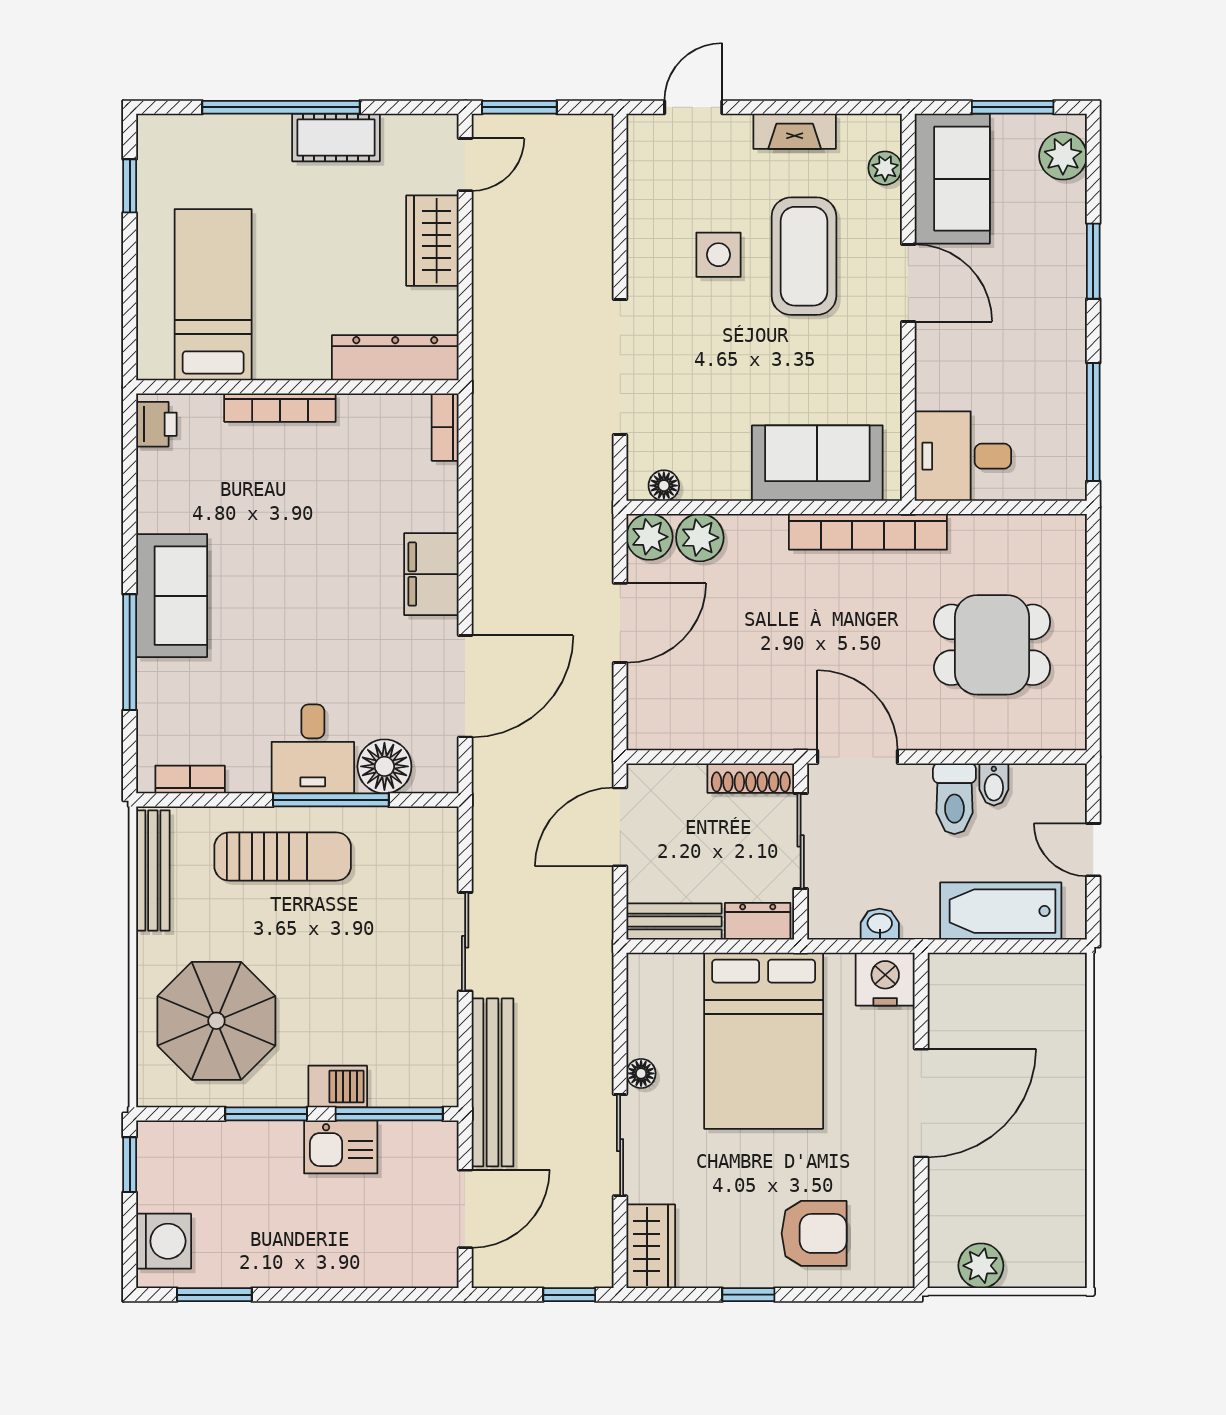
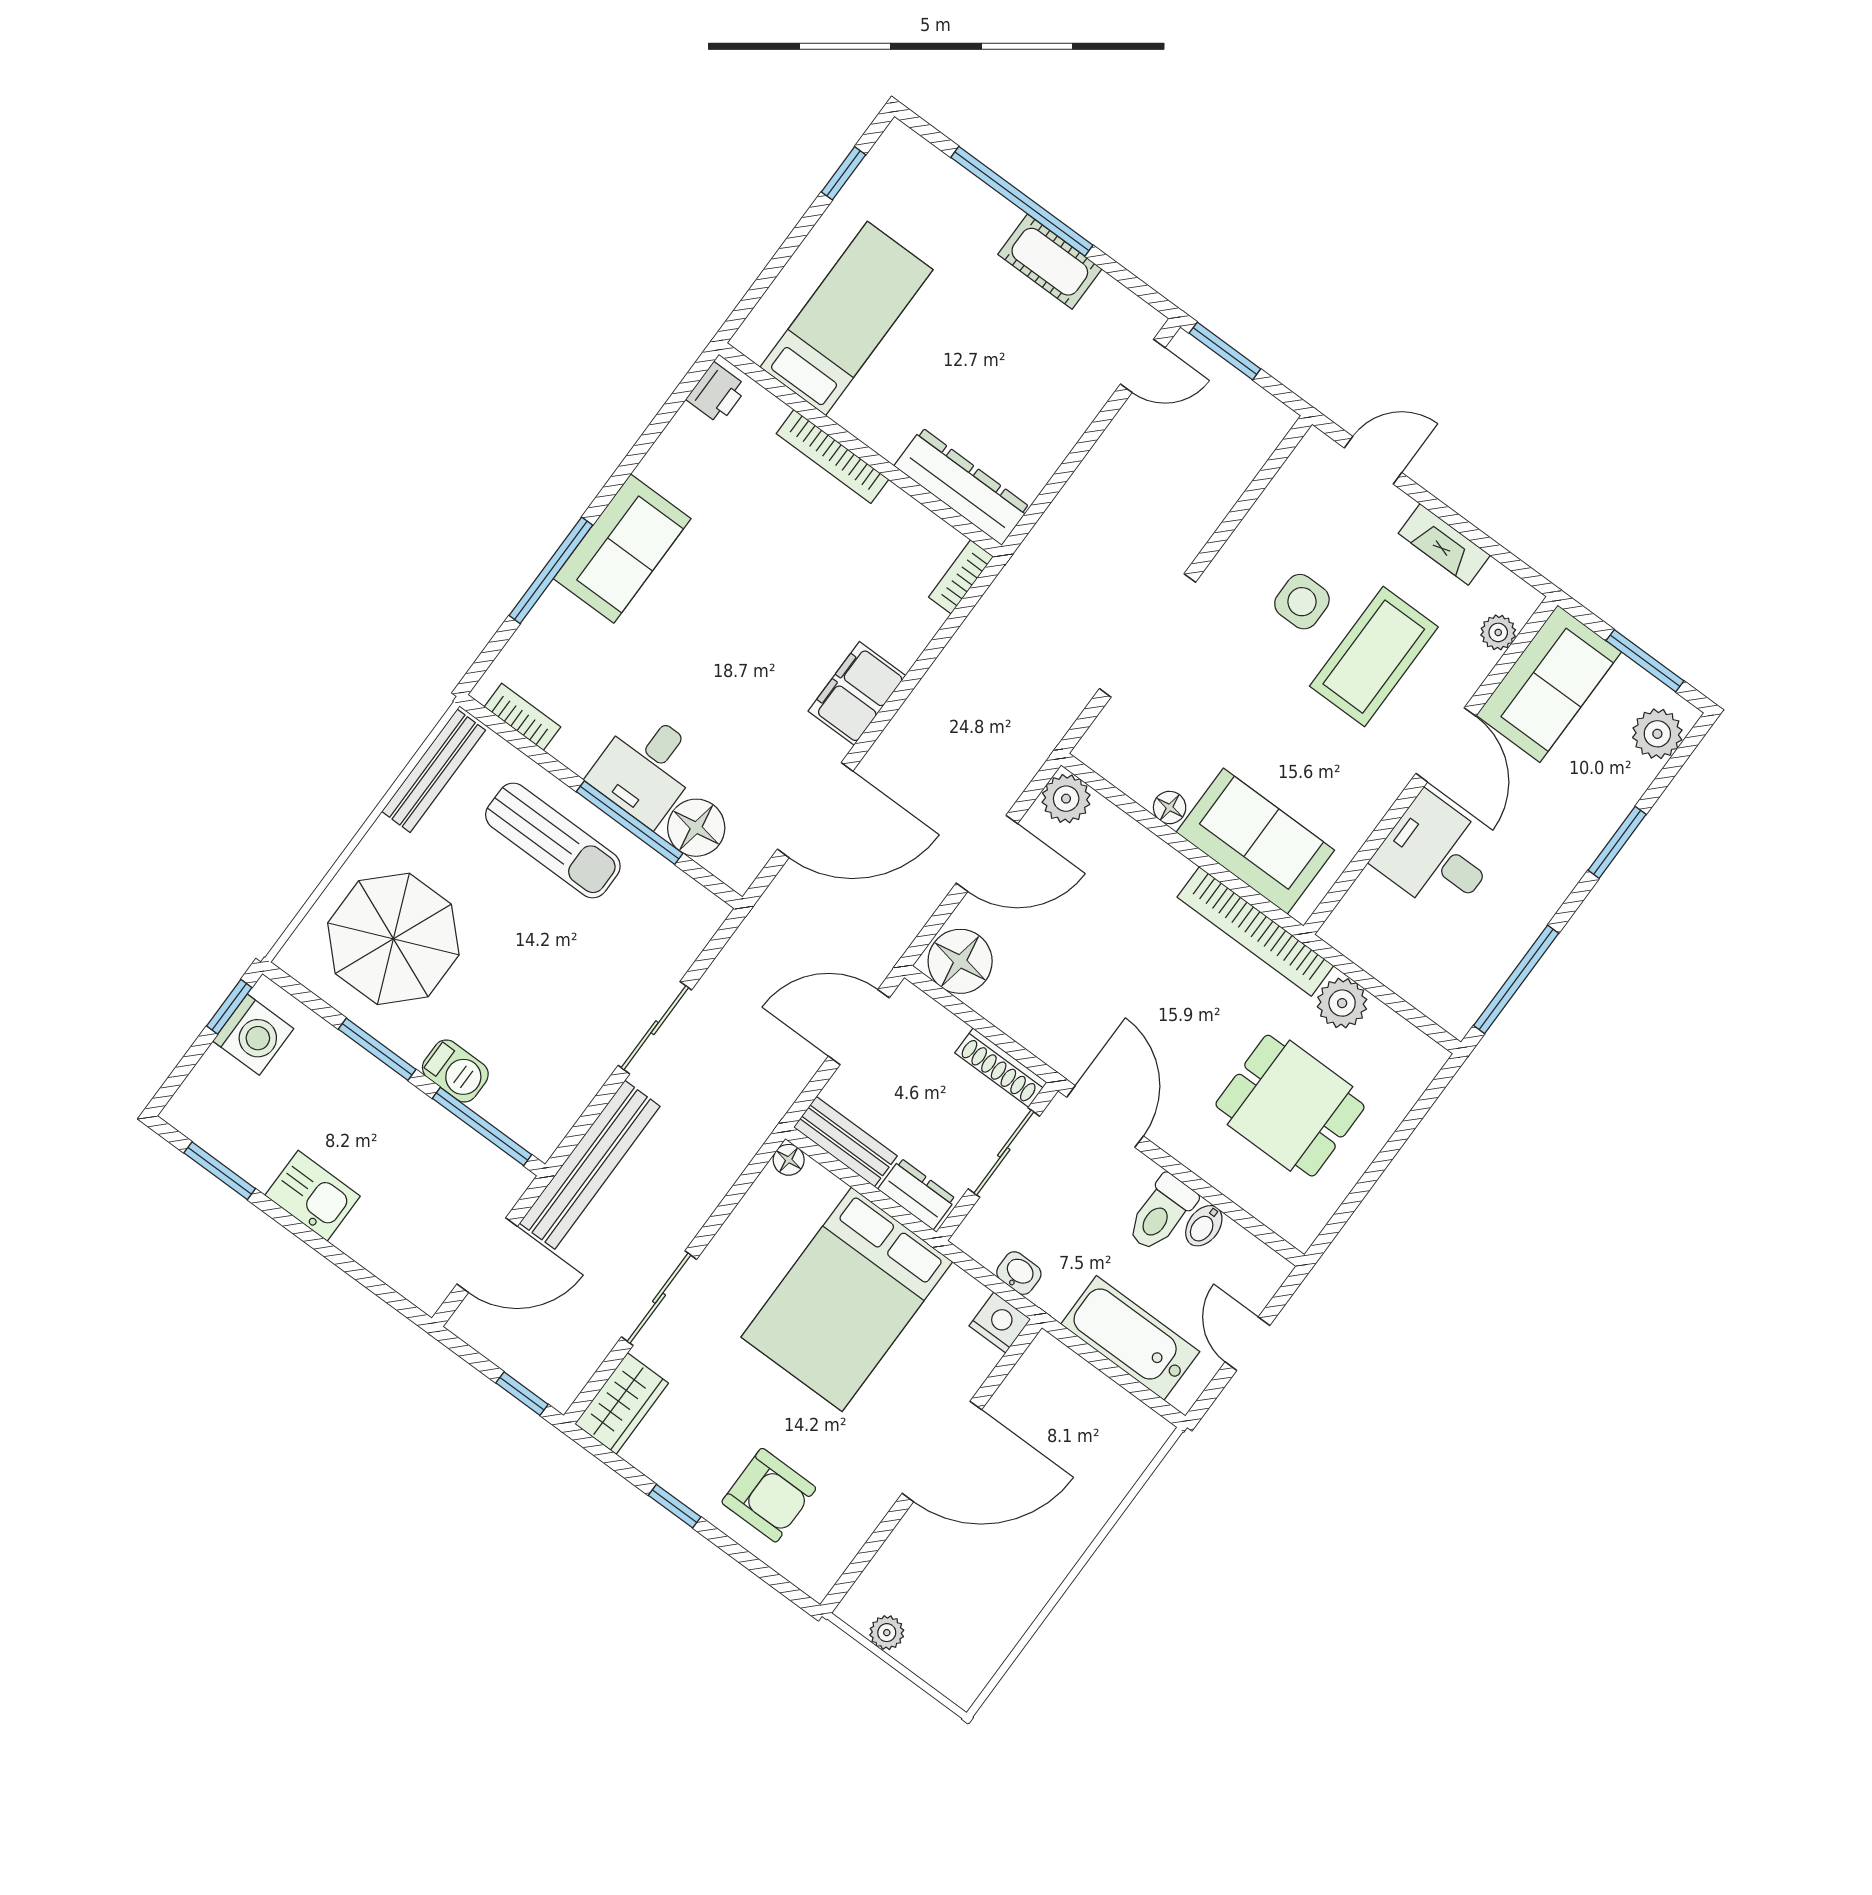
wardrobe: (432, 241) -> (1067, 410), removed
desk: (963, 456) -> (1437, 855), moved
floor lamp: (664, 486) -> (1170, 807), moved
plant: (700, 538) -> (1342, 1003), moved
floor lamp: (660, 720) -> (960, 961), added
nightstand: (885, 979) -> (1000, 1323), width x0.74, depth x0.75
floor lamp: (641, 1073) -> (789, 1160), moved
kitchen sink: (341, 1147) -> (313, 1196), moved, turned 180
washing machine: (164, 1241) -> (253, 1035), moved
plant: (981, 1266) -> (887, 1633), width x0.73, depth x0.73

